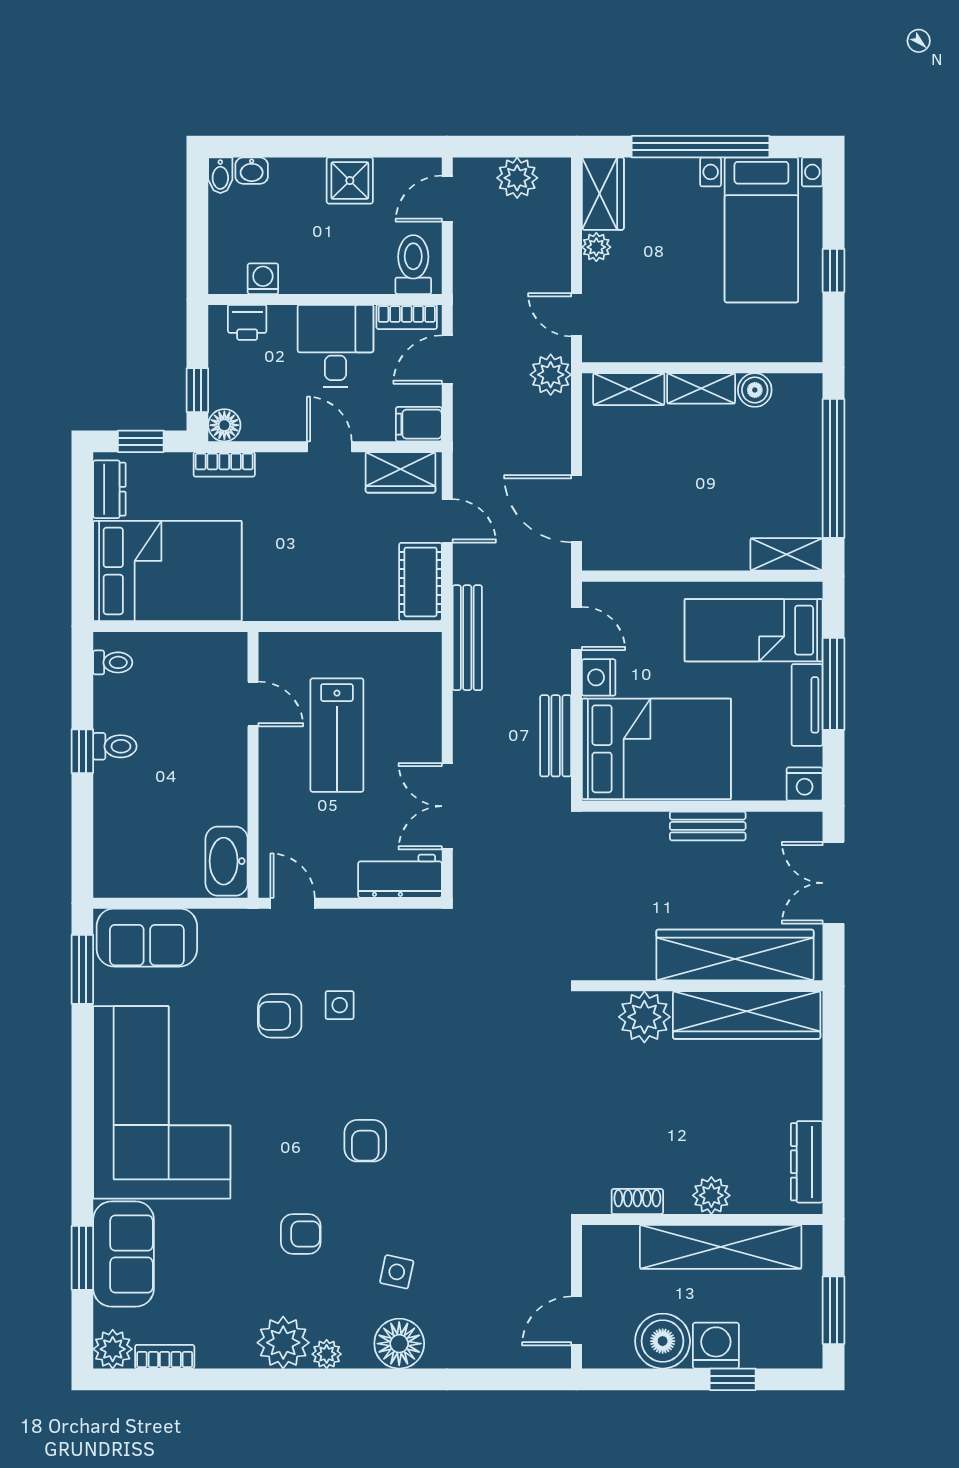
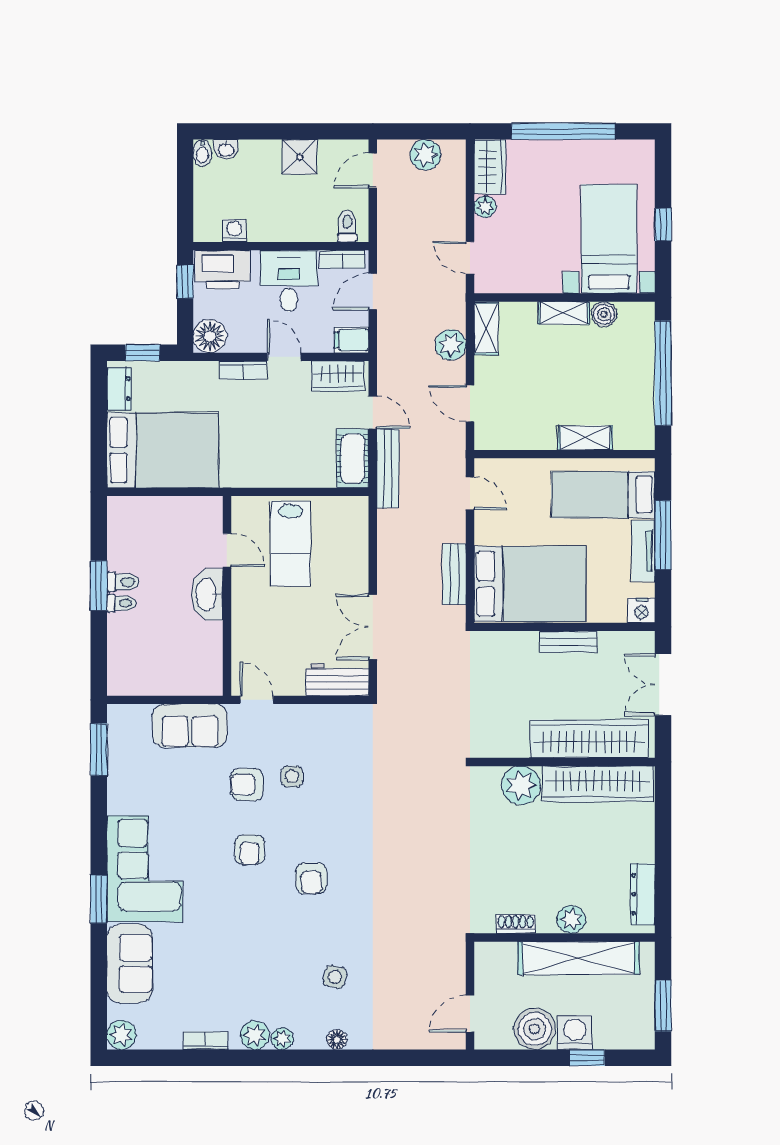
bed with nightstands: (761, 230) -> (609, 239), moved, turned 180
toilet: (413, 265) -> (347, 226), width x0.73, depth x0.72
printer: (247, 322) -> (222, 270), width x1.87, depth x1.48
plant: (551, 375) -> (451, 345), moved
shelving: (629, 389) -> (486, 328), moved, turned 90
window: (197, 390) -> (185, 282), moved
floor lamp: (224, 425) -> (210, 336), width x1.38, depth x1.38
bookcase: (224, 464) -> (243, 370), moved
door: (577, 509) -> (470, 403), width x0.73
shelving: (787, 554) -> (585, 438), moved
bench: (467, 638) -> (388, 469), moved
toilet: (113, 662) -> (122, 603), moved
nightstand: (599, 677) -> (487, 530), removed
lab bench: (337, 735) -> (291, 544), moved
window: (82, 751) -> (99, 586), width x1.50
washbasin: (227, 861) -> (207, 594), moved
sofa: (147, 938) -> (190, 726), moved
corner sofa: (162, 1102) -> (145, 869), width x0.73, depth x0.74
armchair: (301, 1234) -> (250, 850), moved, turned 90
window: (82, 1258) -> (99, 899), moved
plant: (283, 1343) -> (255, 1035), width x0.73, depth x0.73
floor lamp: (399, 1344) -> (337, 1040), width x0.53, depth x0.53
bookcase: (165, 1357) -> (206, 1041), moved

